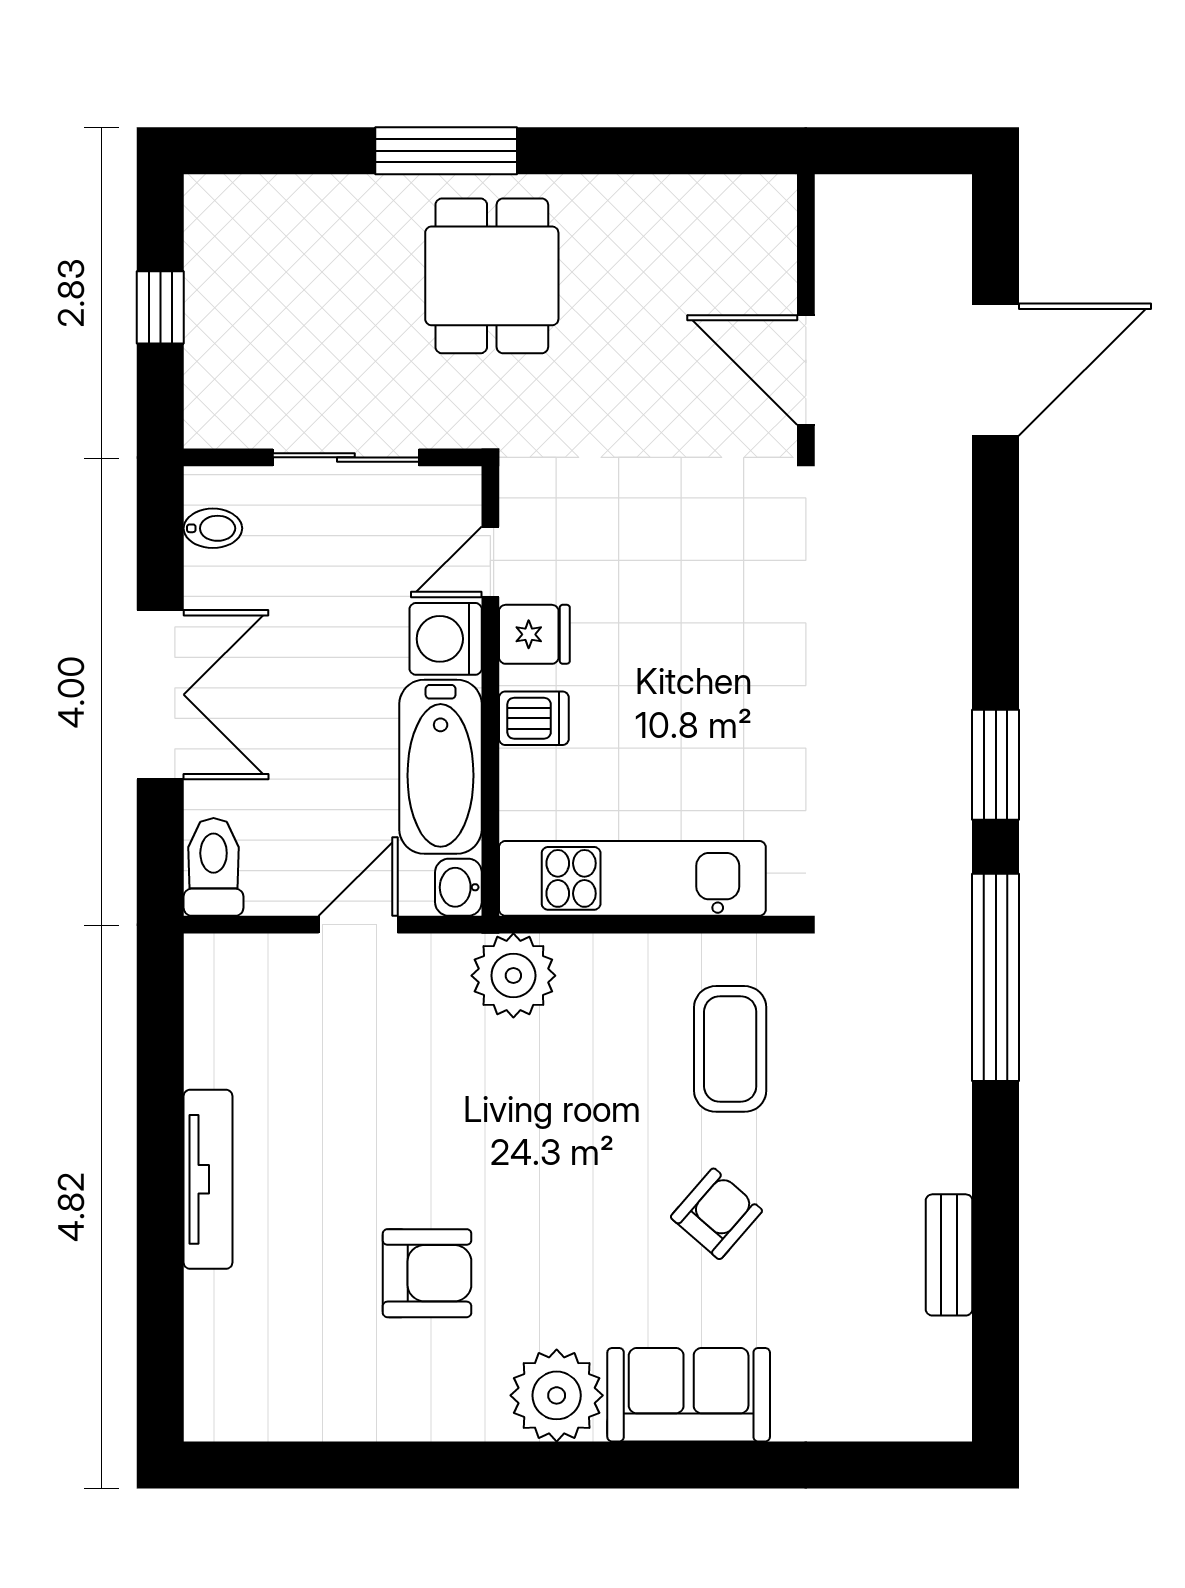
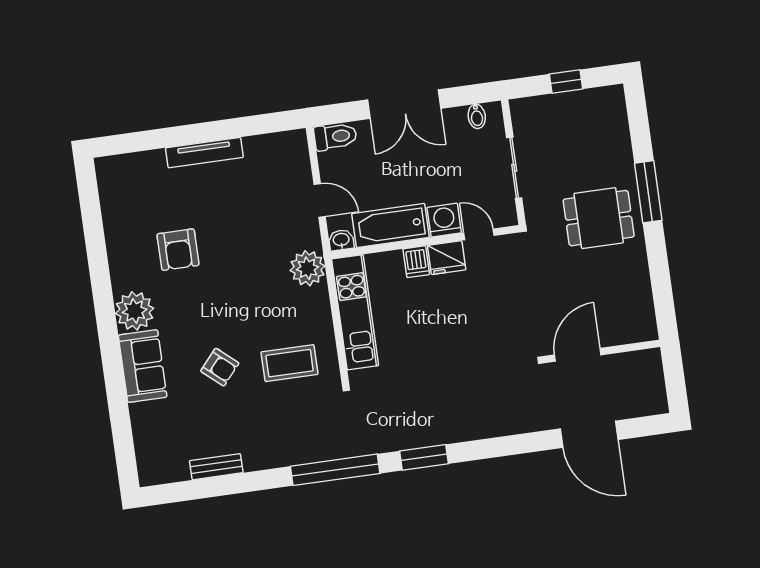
fridge: (534, 634) -> (447, 258), width x1.38

